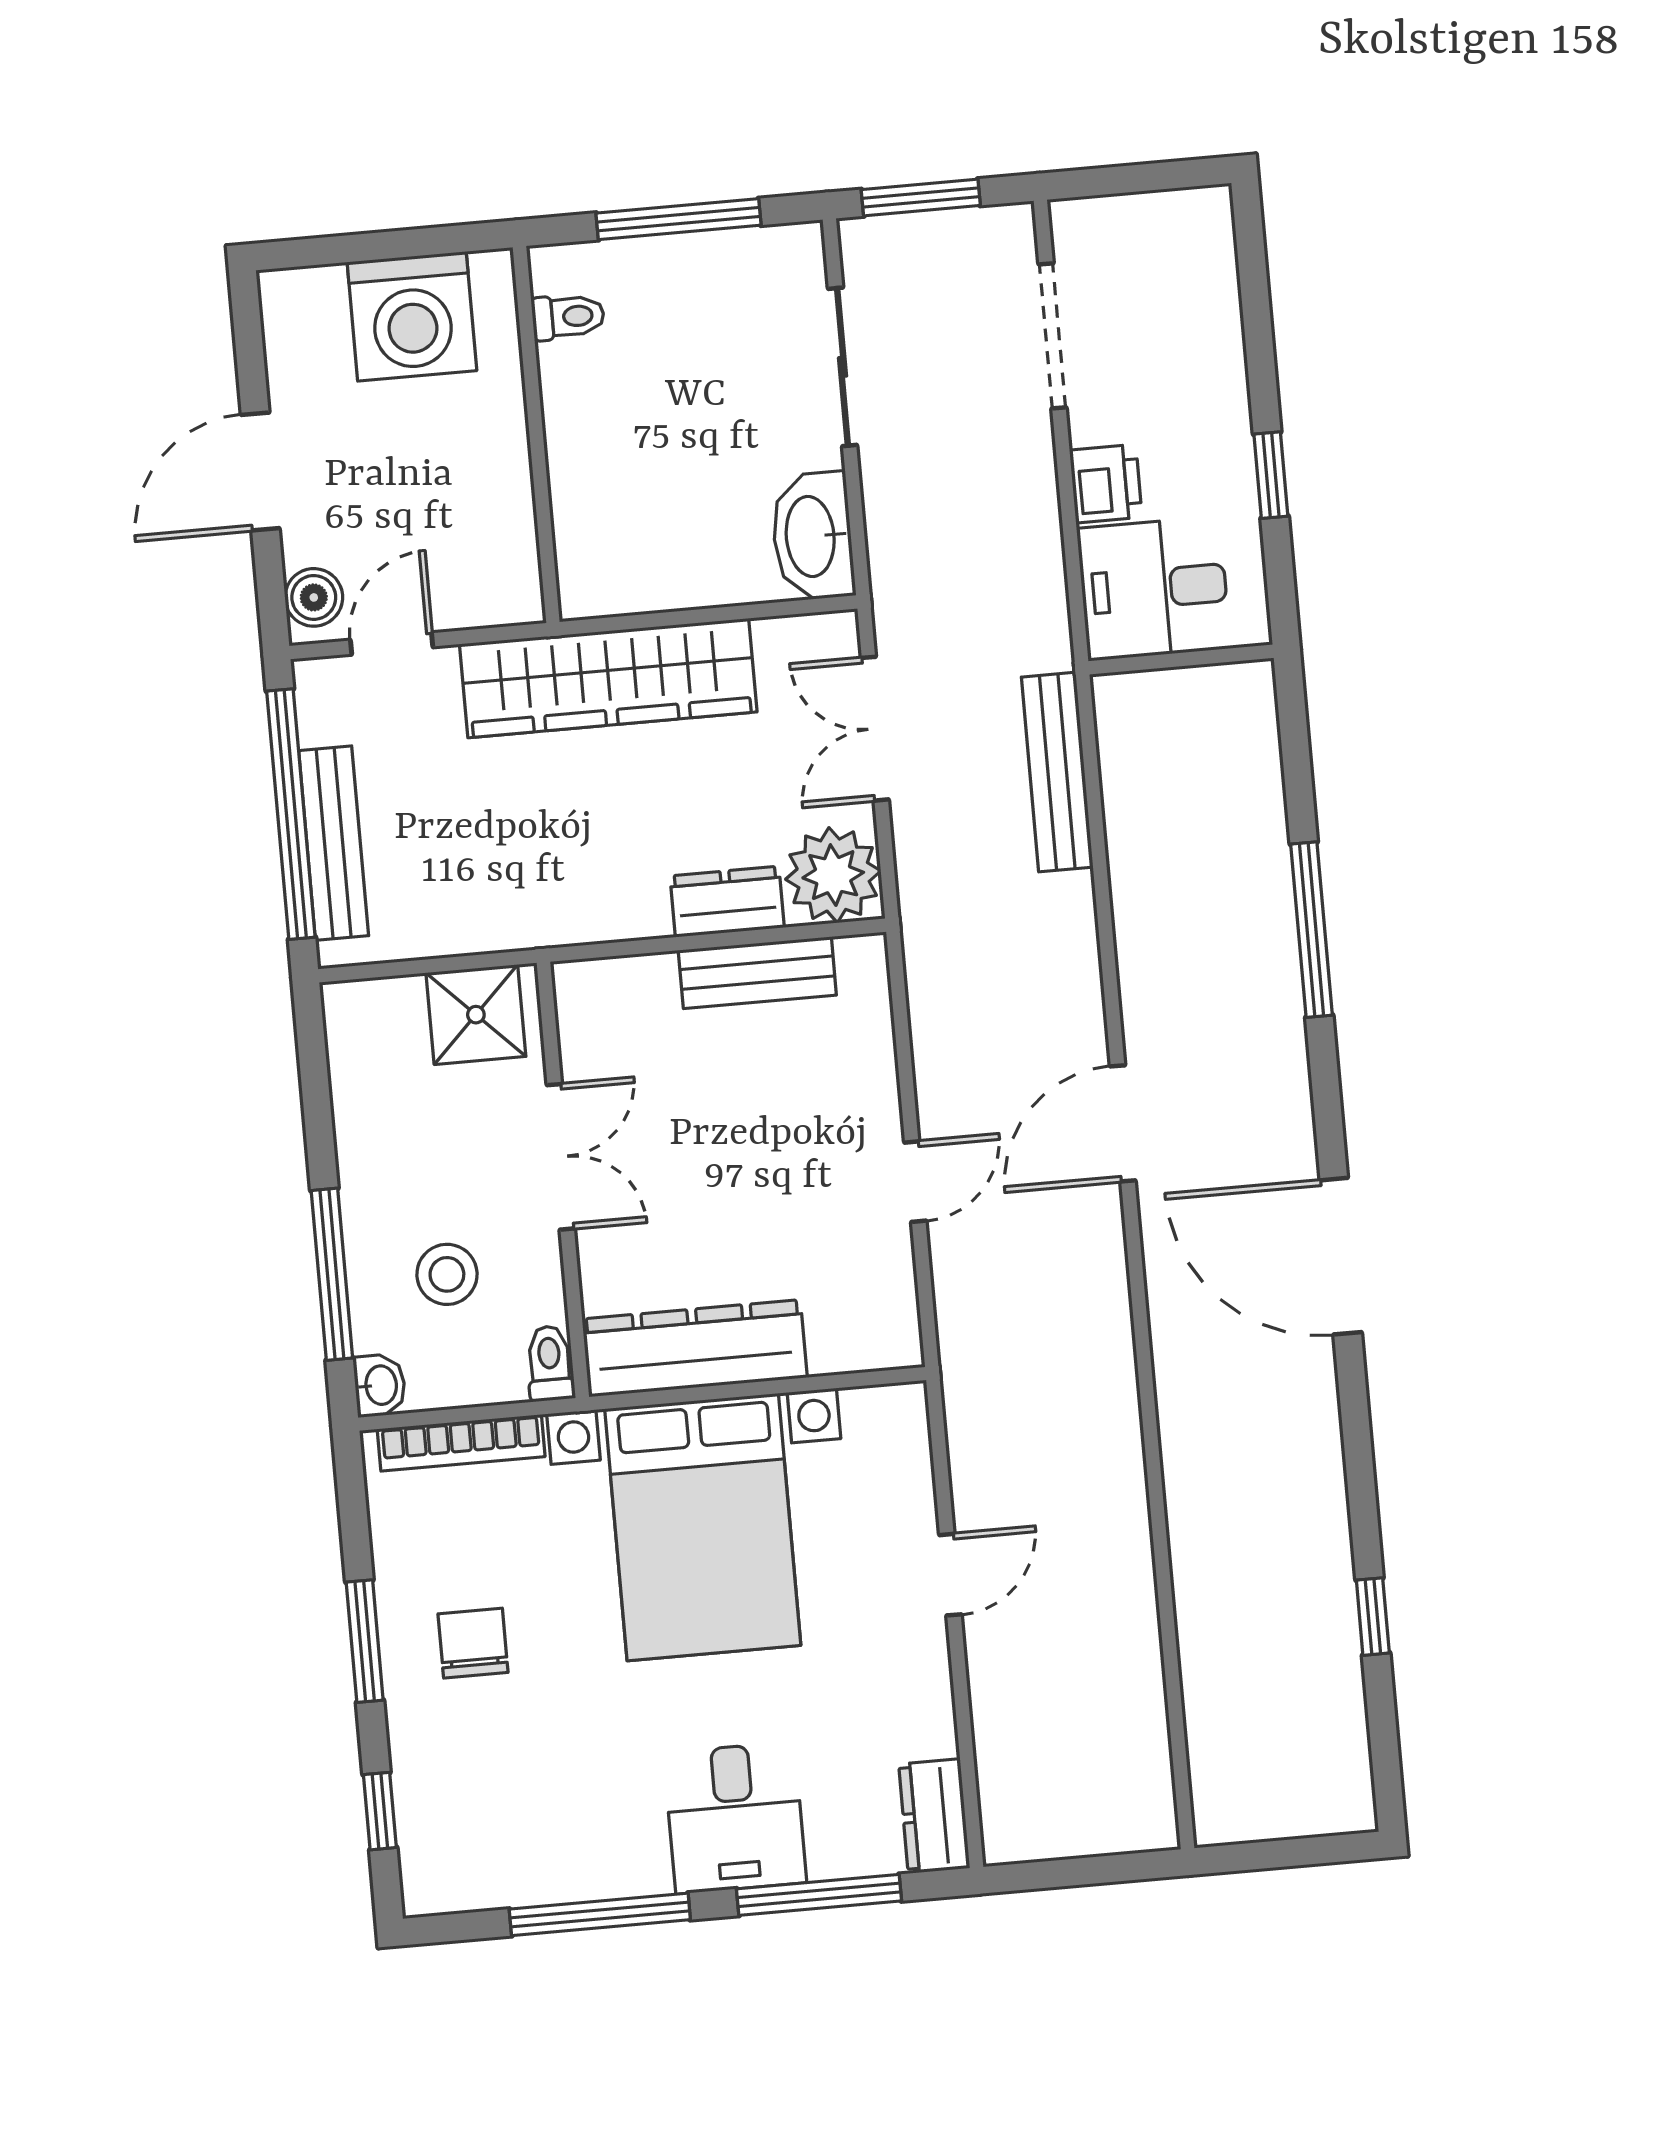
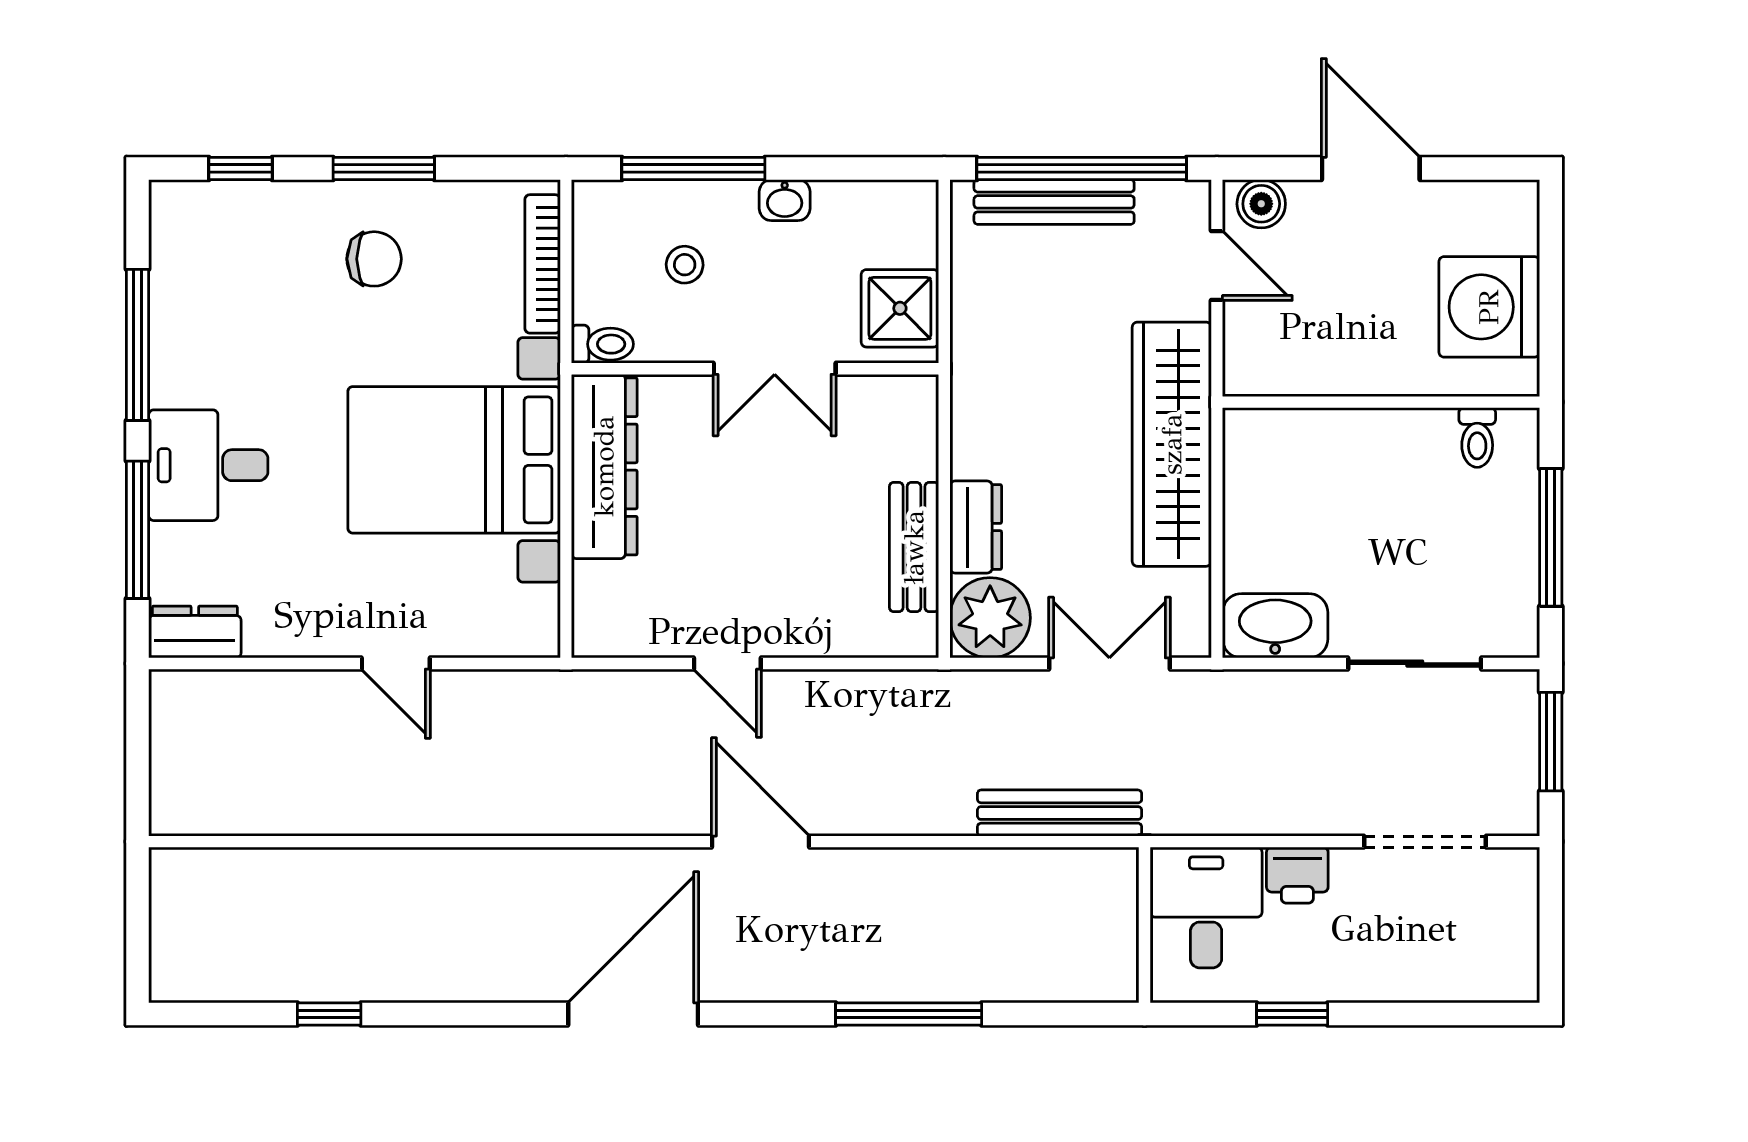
stool: (447, 1274) -> (685, 265), width x0.73, depth x0.73
washbasin: (380, 1385) -> (785, 200), moved

